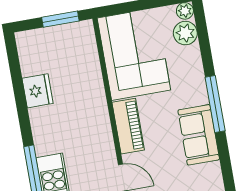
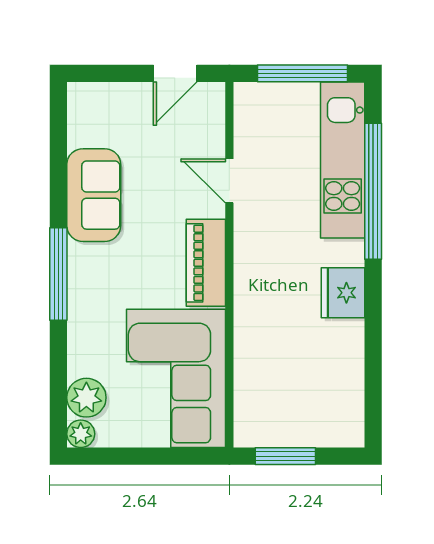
fridge: (38, 91) -> (343, 293), moved
sofa: (199, 135) -> (94, 195), moved

